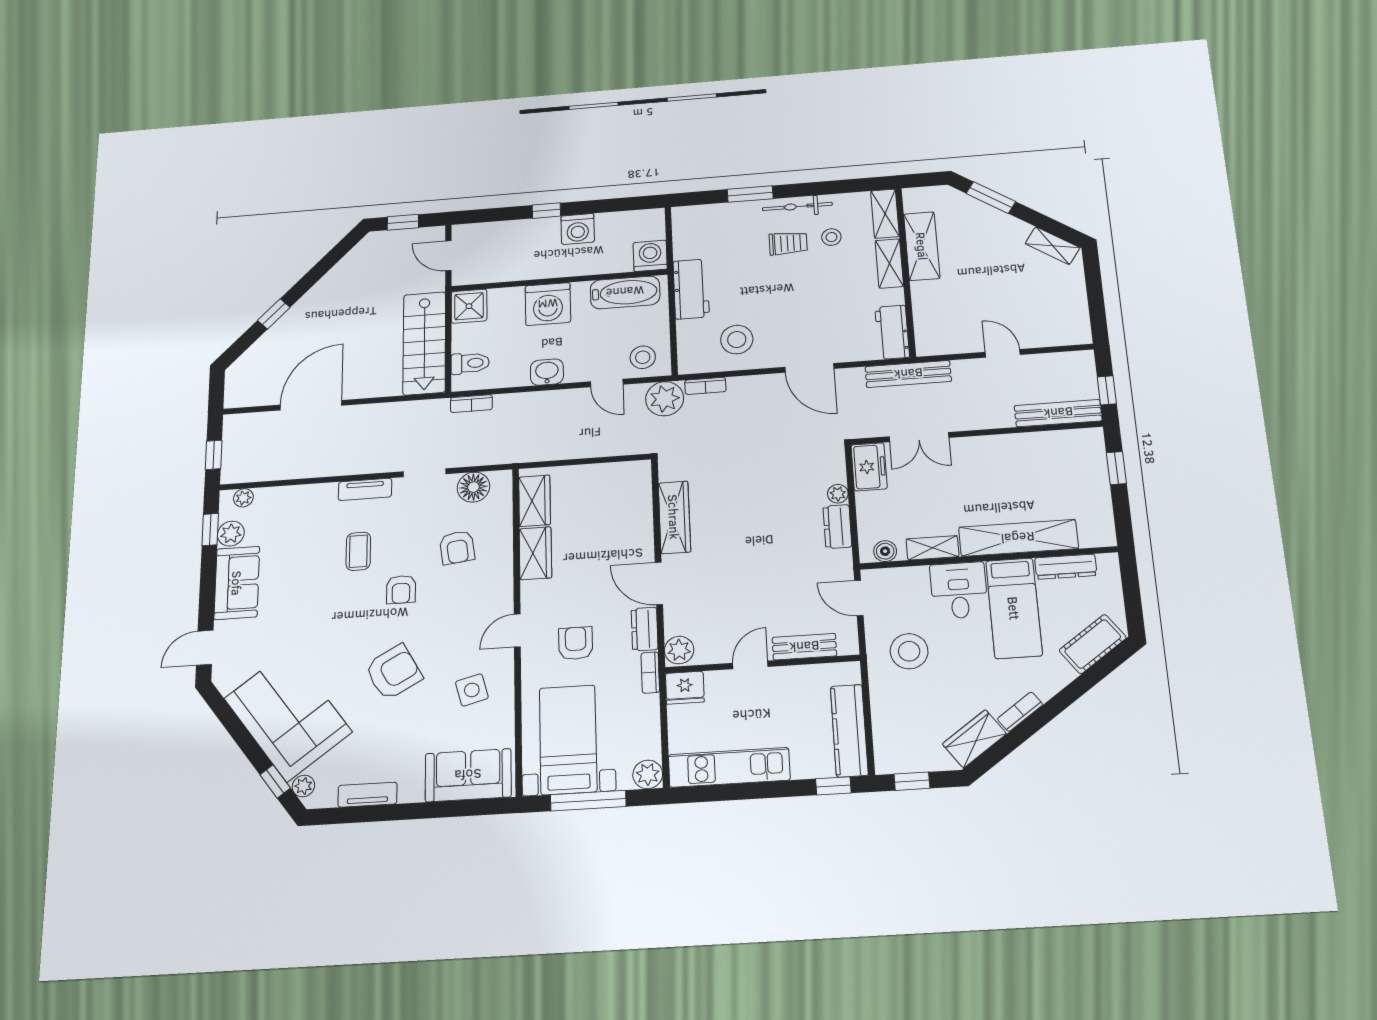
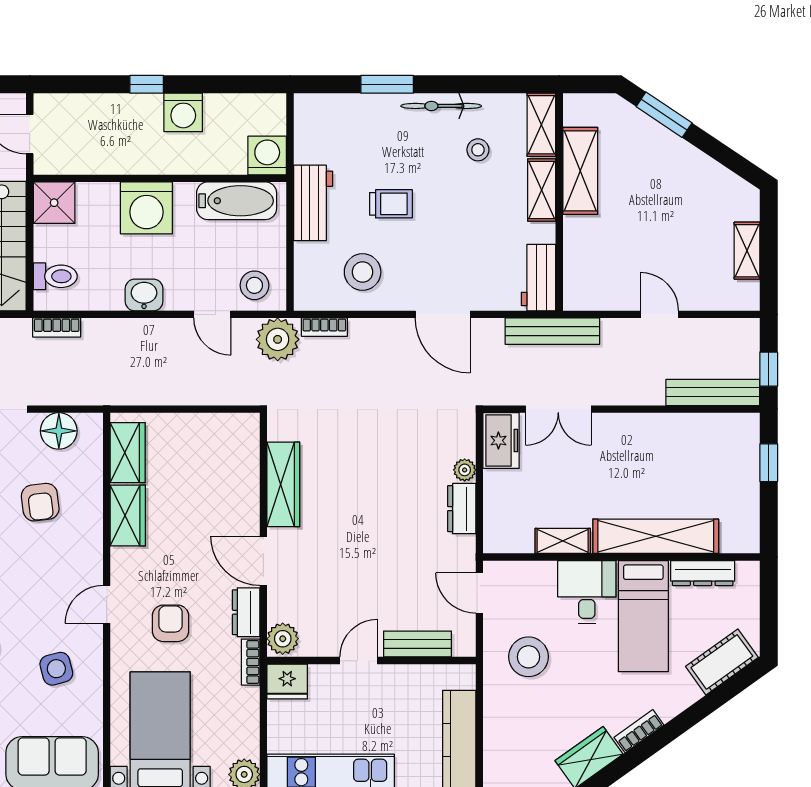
trolley: (788, 243) -> (391, 204), moved
shelving: (1052, 246) -> (747, 251), moved, turned 56
boiler: (885, 551) -> (511, 541), removed

